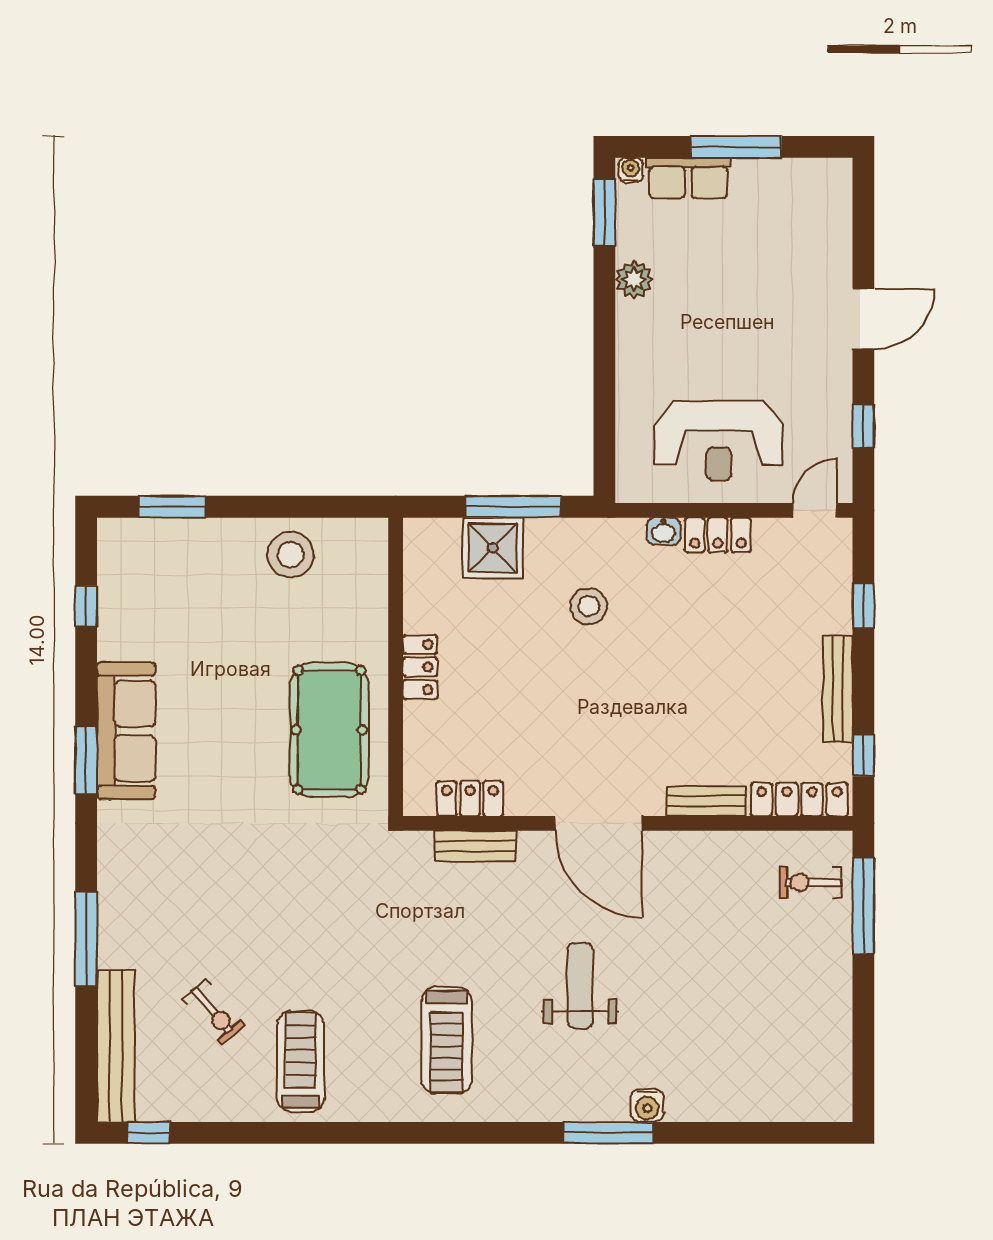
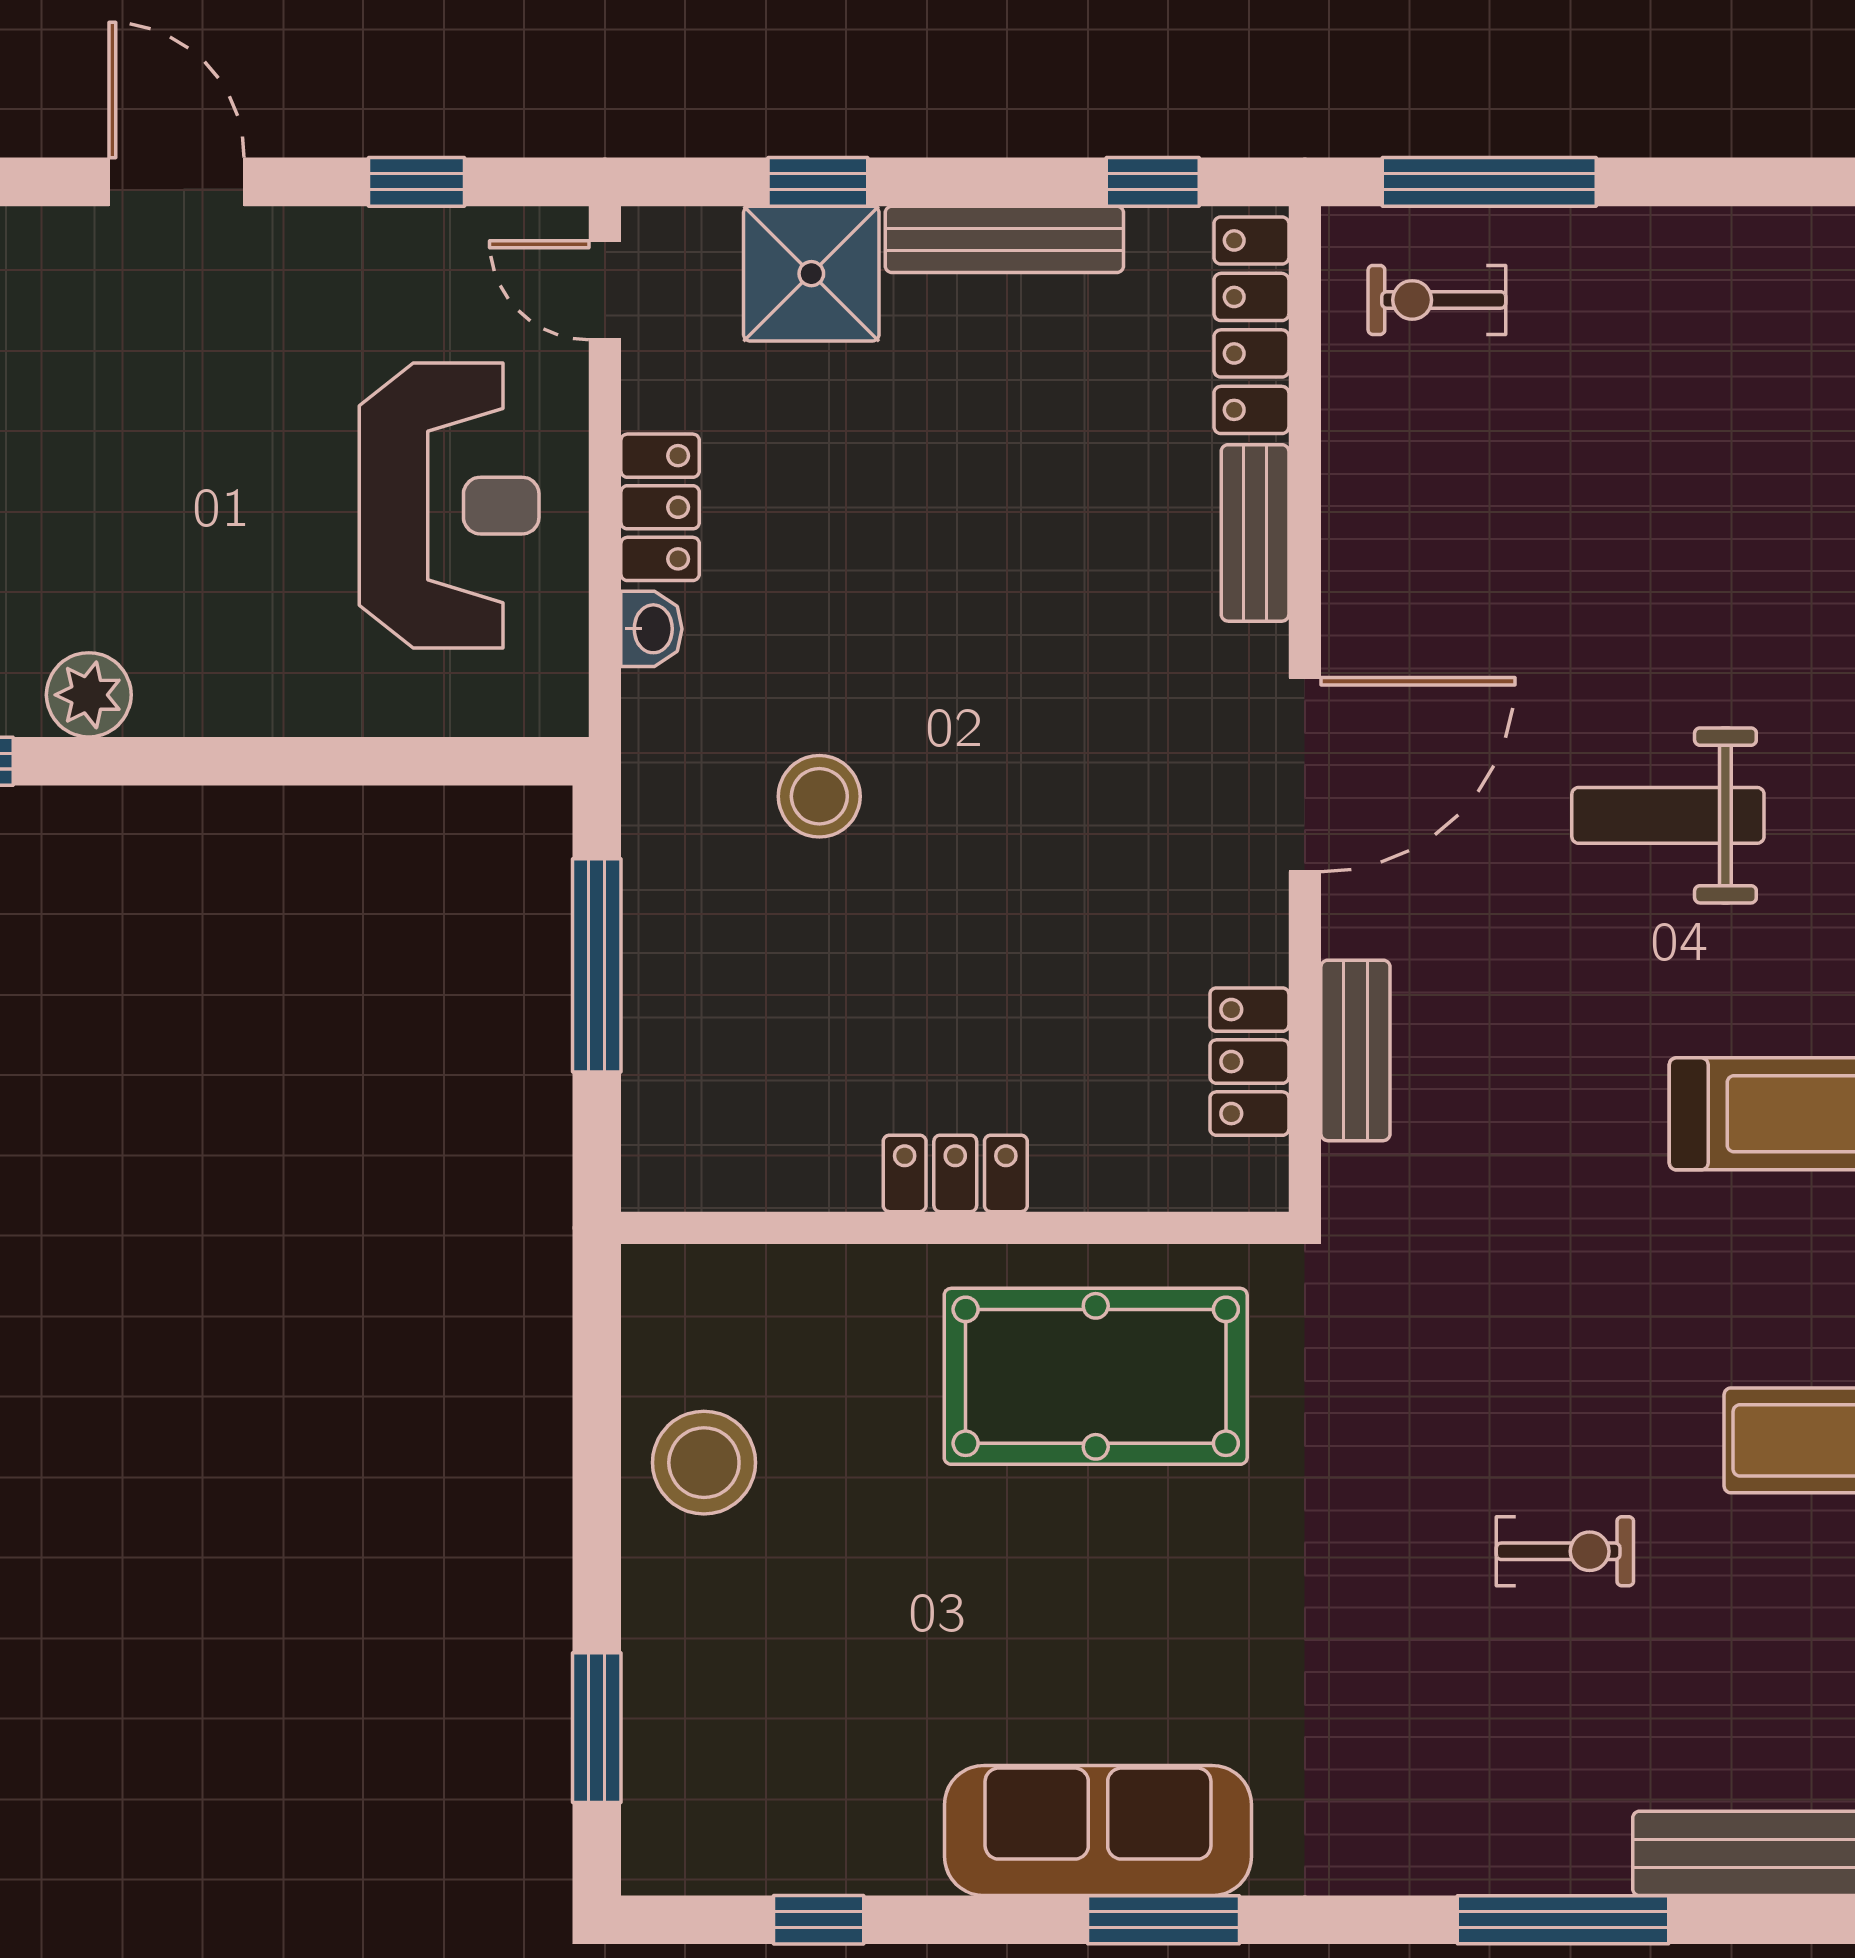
shower: (493, 548) -> (811, 274), moved
exercise bike: (811, 882) -> (1437, 300), turned 90
exercise bike: (214, 1012) -> (1565, 1551), moved, turned 40

